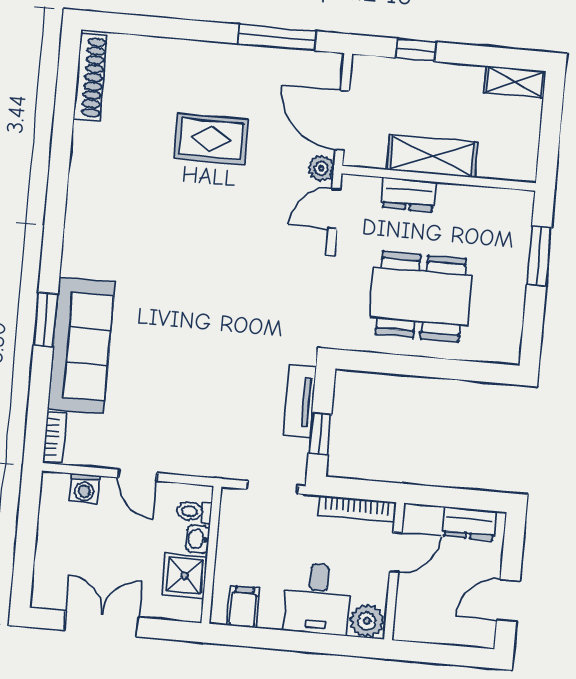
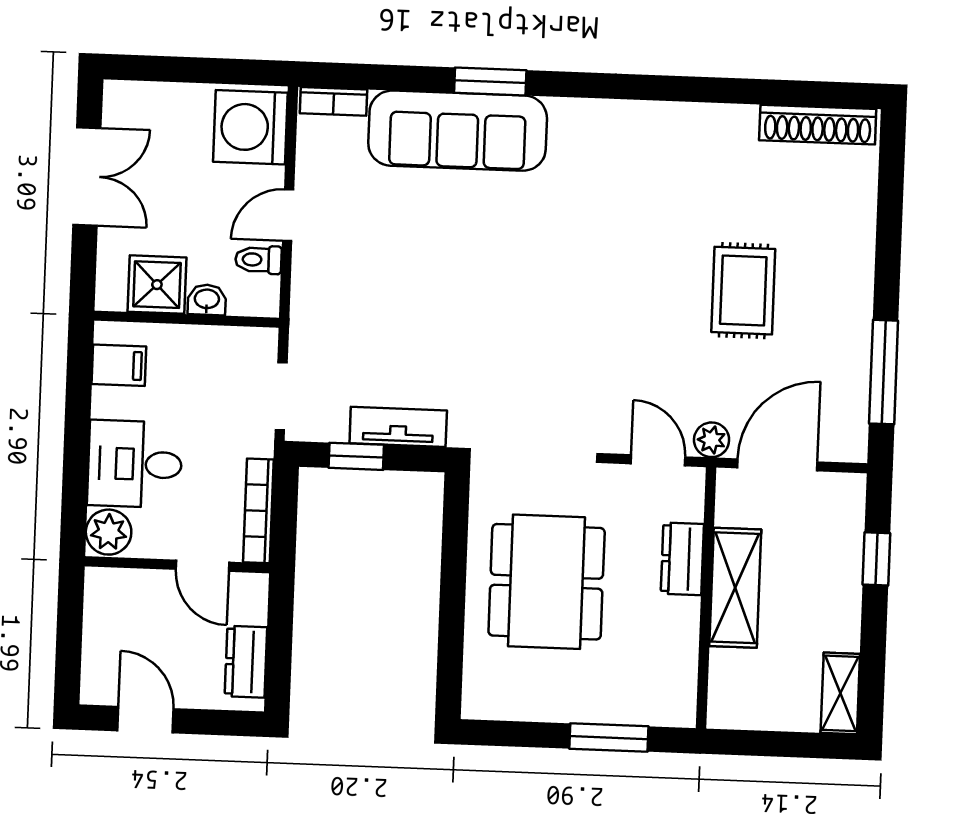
washing machine: (84, 489) -> (250, 127), width x1.89, depth x1.89
toilet: (194, 512) -> (258, 260), moved, turned -90

